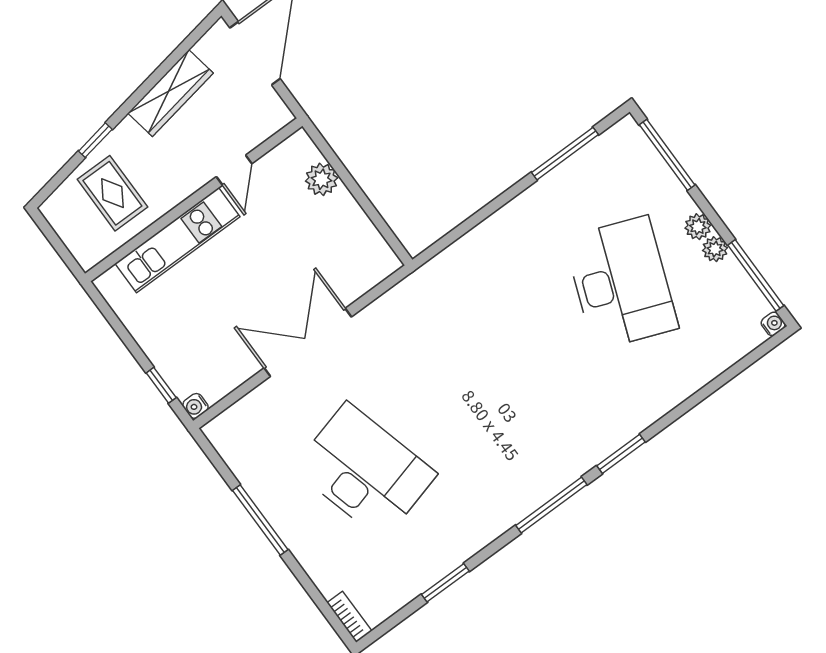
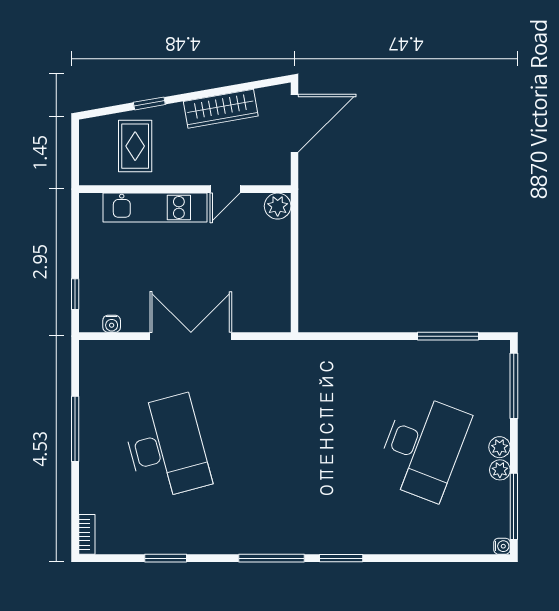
plant: (322, 179) -> (278, 206), moved
water cooler: (195, 406) -> (112, 324), moved, turned -90

